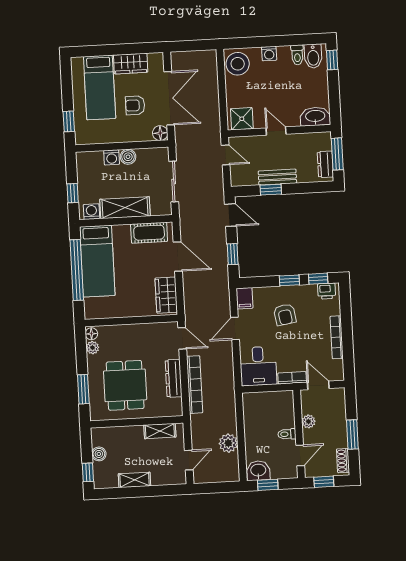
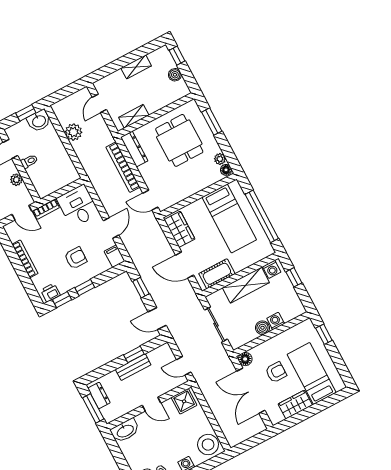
bed: (97, 261) -> (229, 219), moved, turned 180
armchair: (285, 315) -> (76, 258), turned 99
dresser: (174, 378) -> (134, 149), moved

